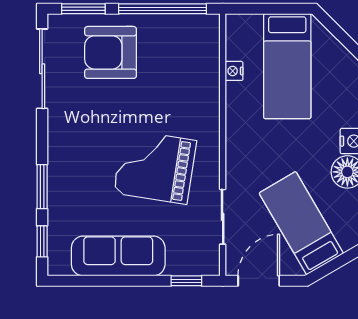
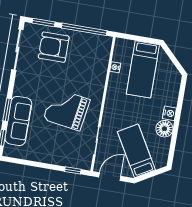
sofa: (118, 256) -> (18, 121), moved, turned 90

